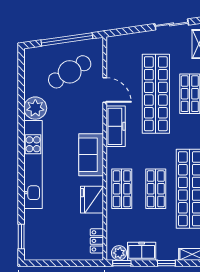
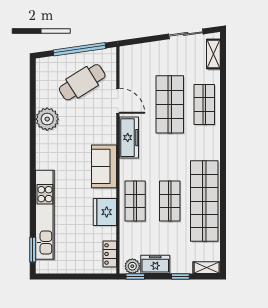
shop shelf: (156, 94) -> (170, 104), width x0.71
kitchen unit: (33, 165) -> (45, 215), moved

